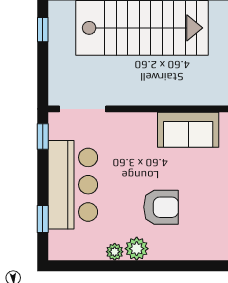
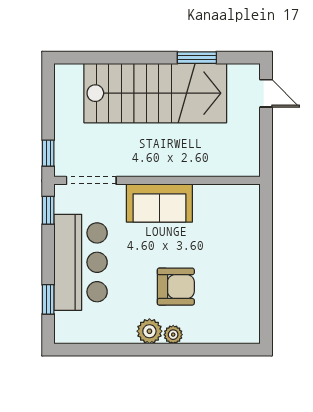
window: (43, 30) -> (48, 153), moved
sofa: (188, 130) -> (159, 203), moved
plant: (115, 252) -> (173, 335), moved

